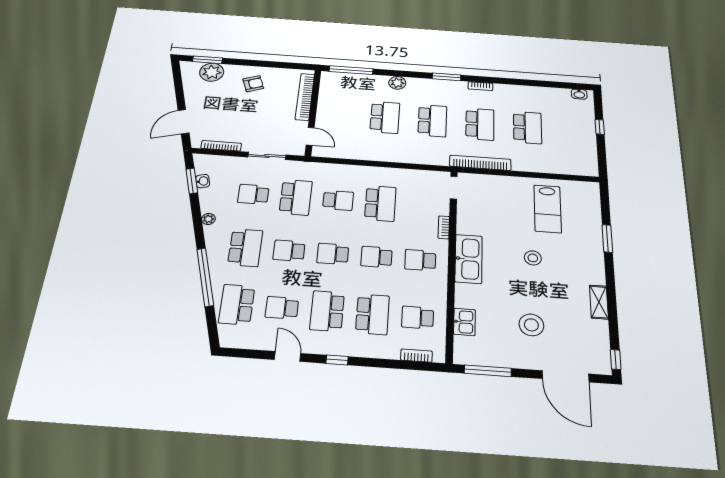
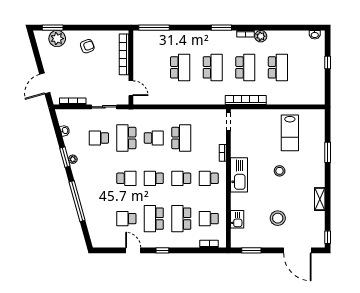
plant: (397, 83) -> (261, 36), moved
window: (192, 181) -> (65, 157), moved
school desk: (296, 197) -> (126, 138), turned 180
school desk: (245, 248) -> (99, 178), removed
school desk: (289, 251) -> (126, 178), turned 180
school desk: (237, 305) -> (99, 219), removed
school desk: (372, 314) -> (181, 219), turned 180
window: (488, 371) -> (251, 250), width x0.69

